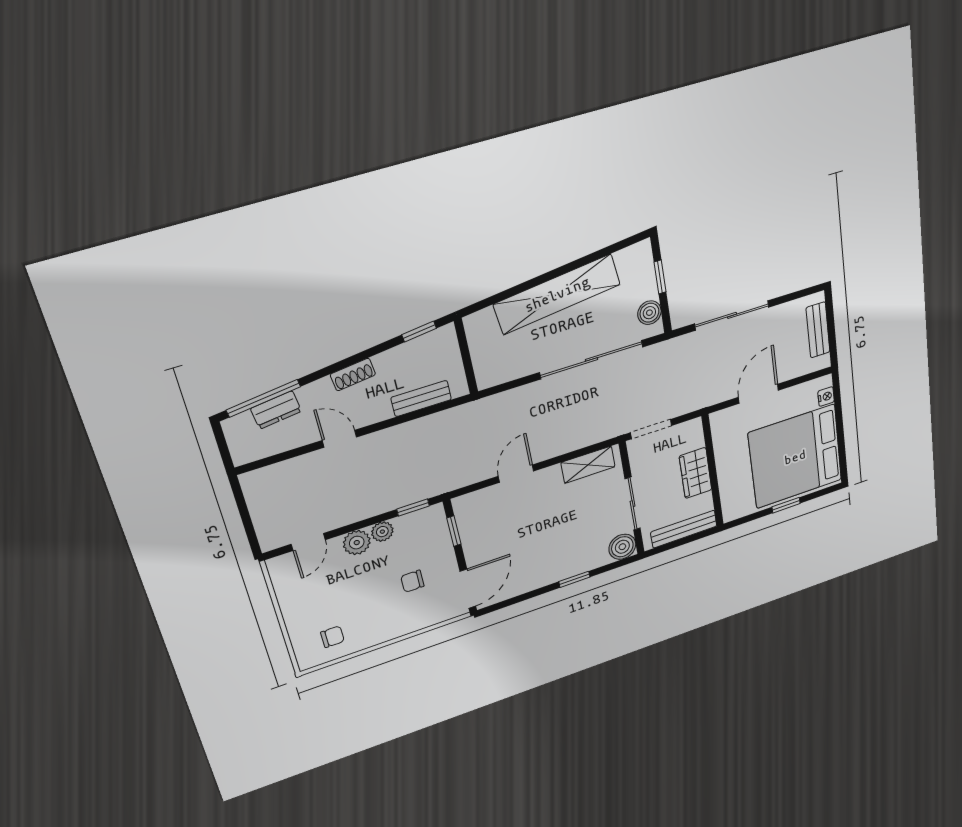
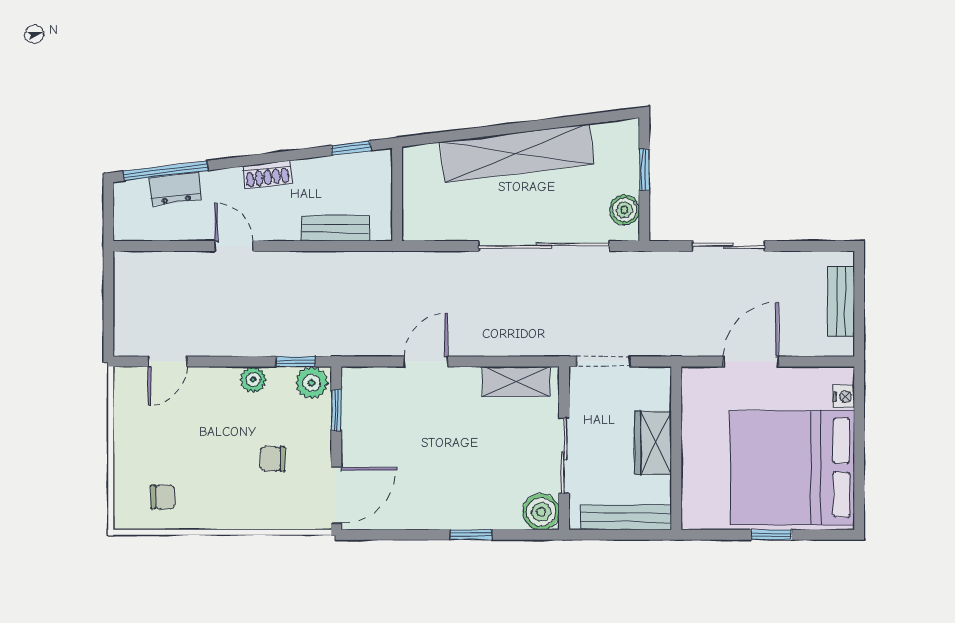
sliding door: (732, 315) -> (729, 246), width x0.73
plant: (357, 543) -> (312, 383), moved

